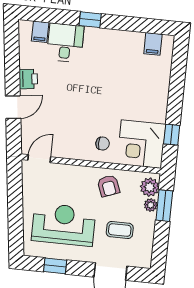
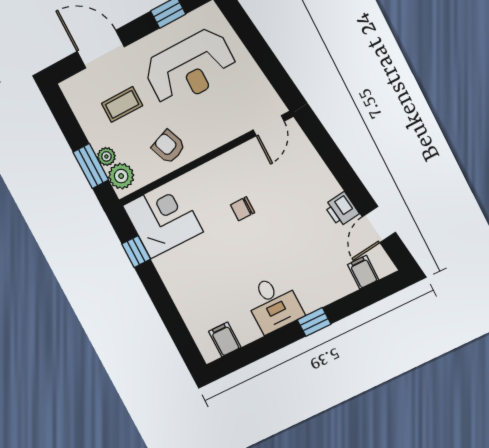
desk: (65, 43) -> (273, 304), moved
door: (13, 107) -> (379, 224), moved
chair: (103, 144) -> (243, 209), moved

